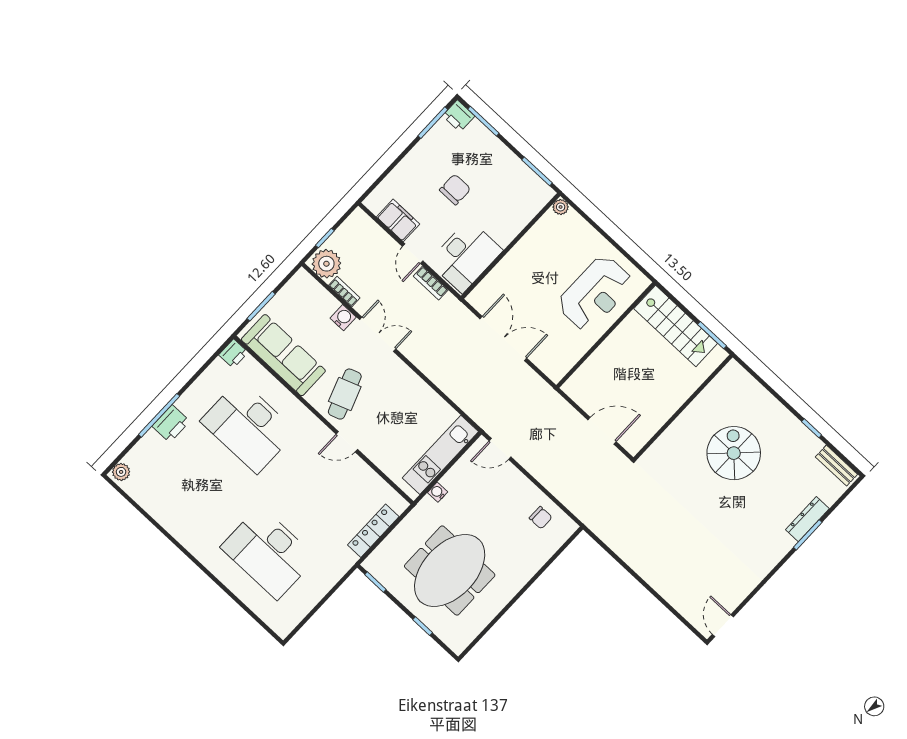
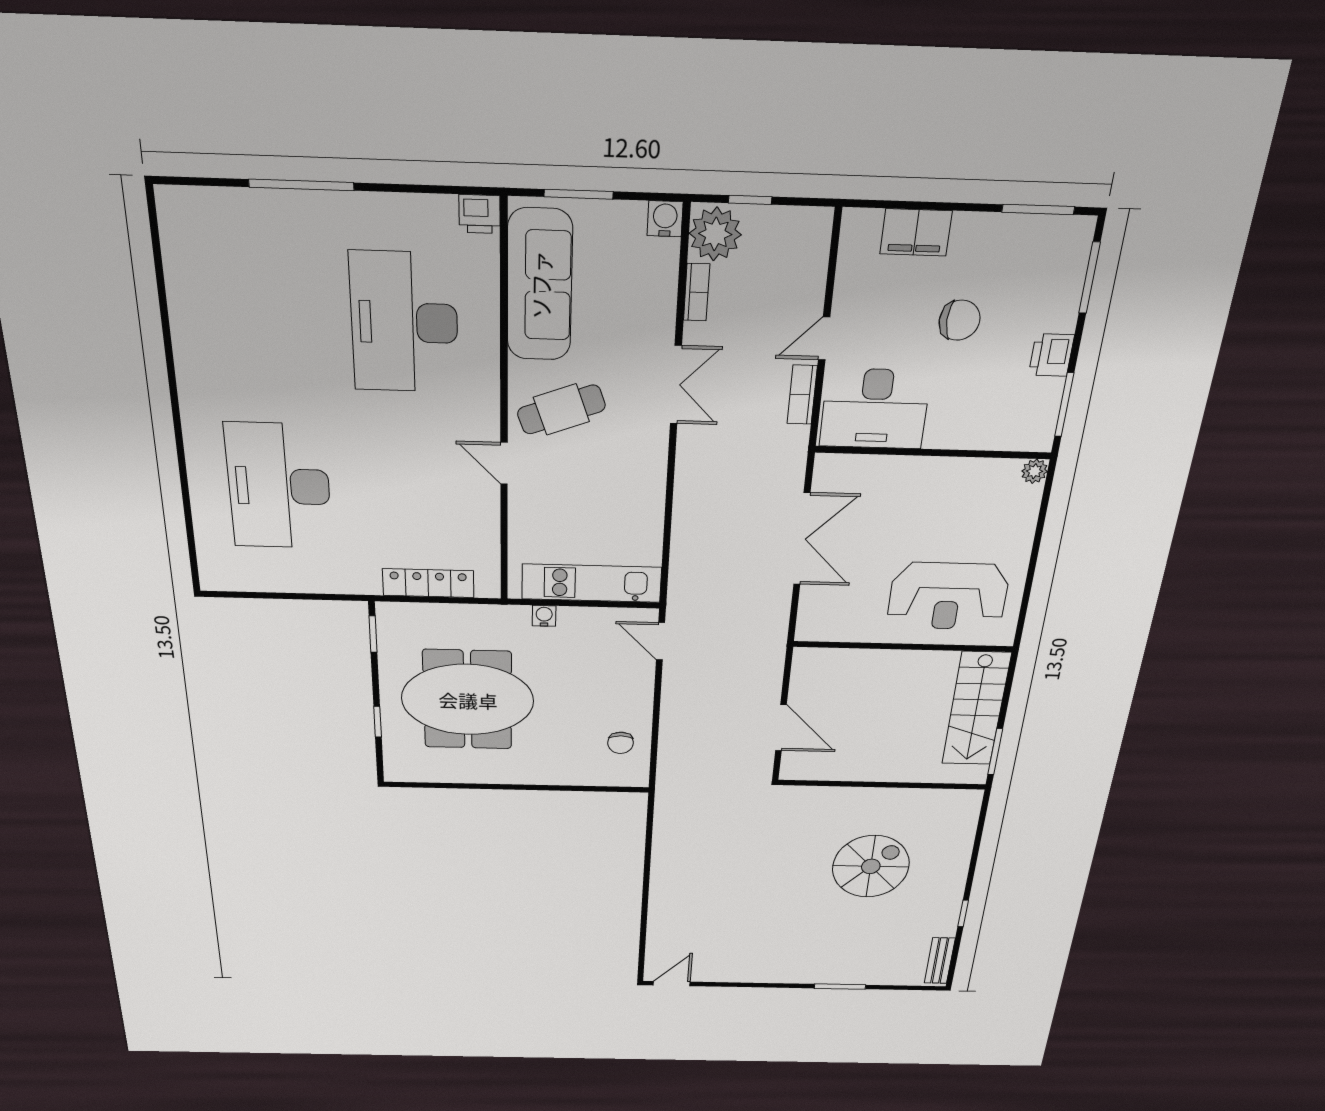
printer: (459, 116) -> (1051, 355), moved
filing cabinet: (398, 220) -> (916, 232), moved, turned 90
water cooler: (343, 318) -> (665, 219), moved, turned -90
printer: (171, 424) -> (307, 213), removed
plant: (121, 472) -> (178, 202), removed
dresser: (807, 519) -> (857, 975), removed

